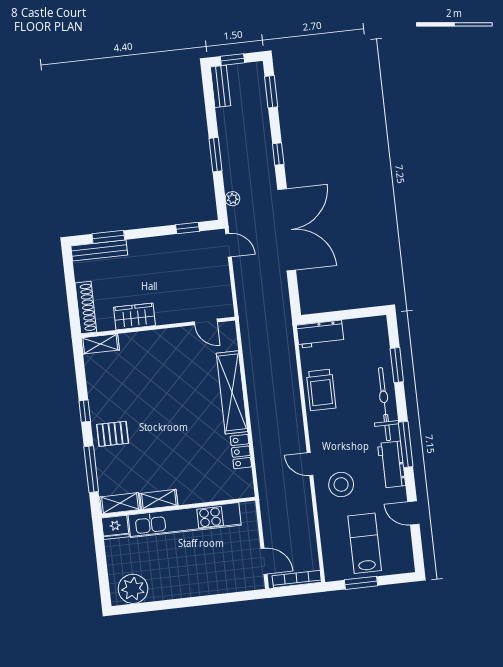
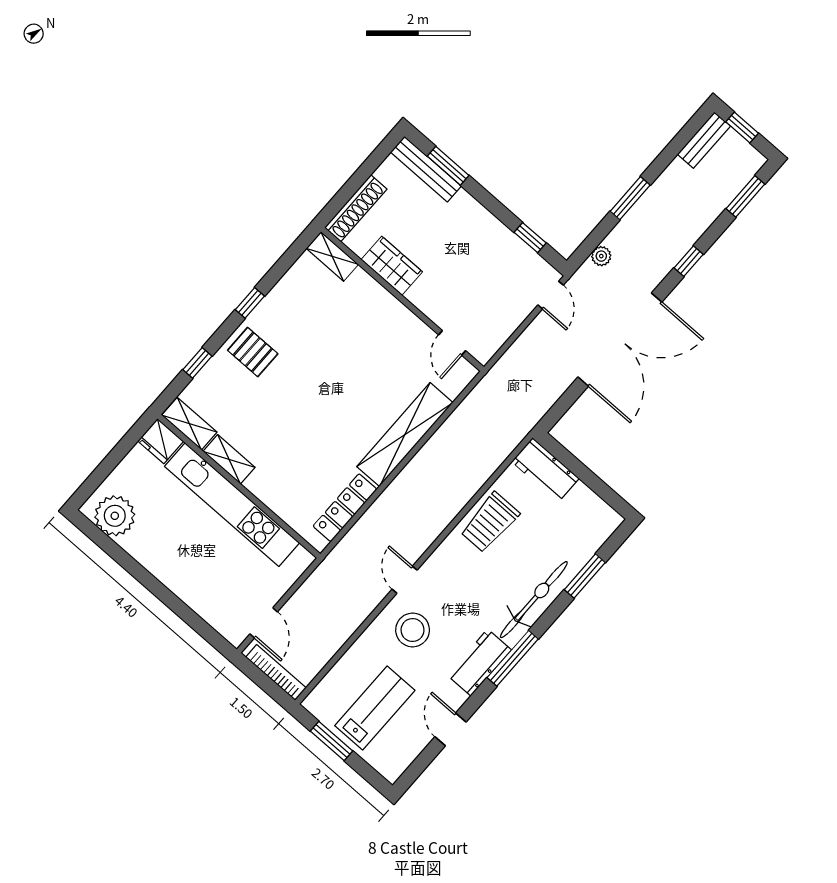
locker: (241, 452) -> (345, 508), width x1.53
window: (91, 469) -> (197, 363), width x0.46

